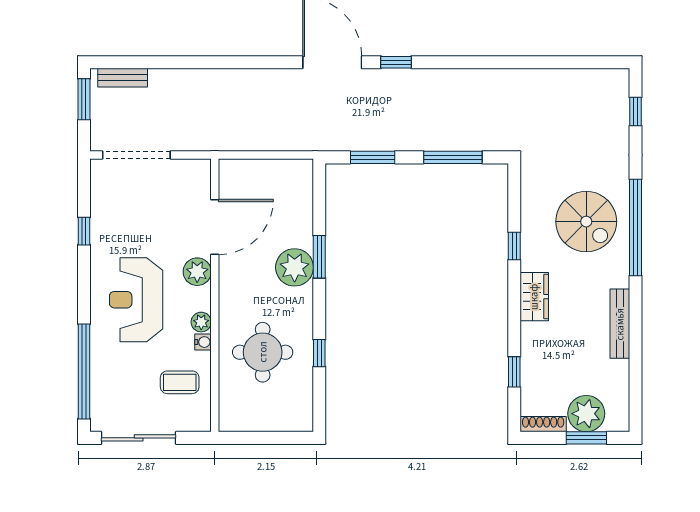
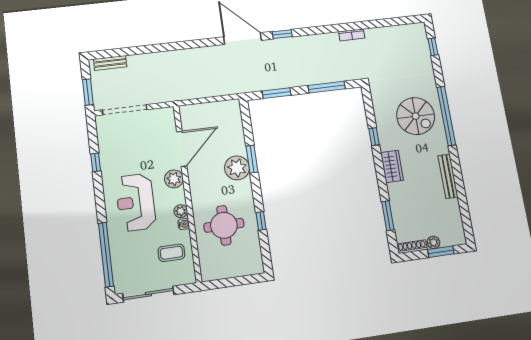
bookcase: (507, 76) -> (352, 35), added
window: (84, 99) -> (88, 92), moved
window: (514, 372) -> (388, 216), width x1.50
plant: (586, 414) -> (434, 242), width x0.53, depth x0.53

